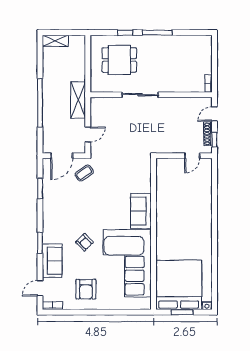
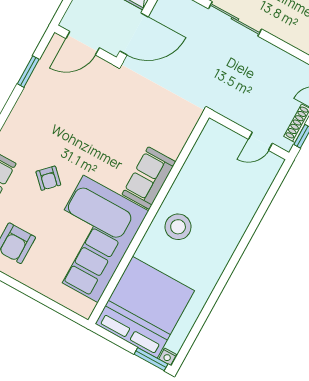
door: (88, 135) -> (134, 34), width x1.87
coffee table: (84, 173) -> (100, 84), removed
stool: (172, 229) -> (178, 227), added
window: (182, 312) -> (151, 359), moved

